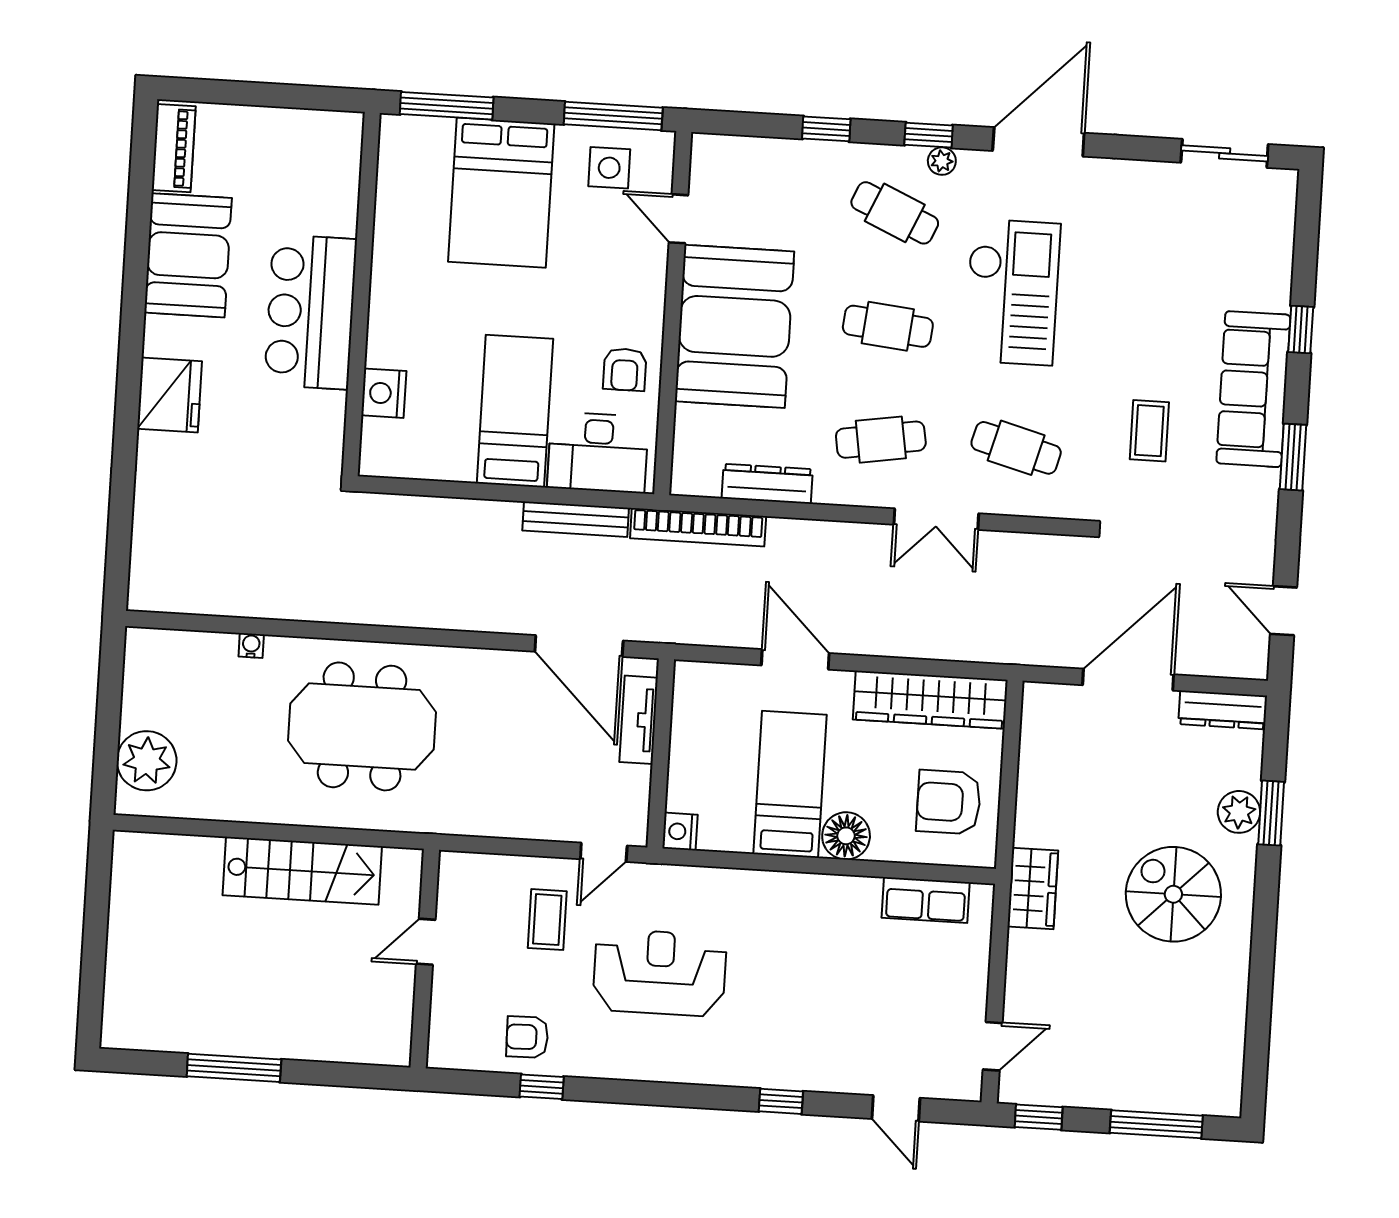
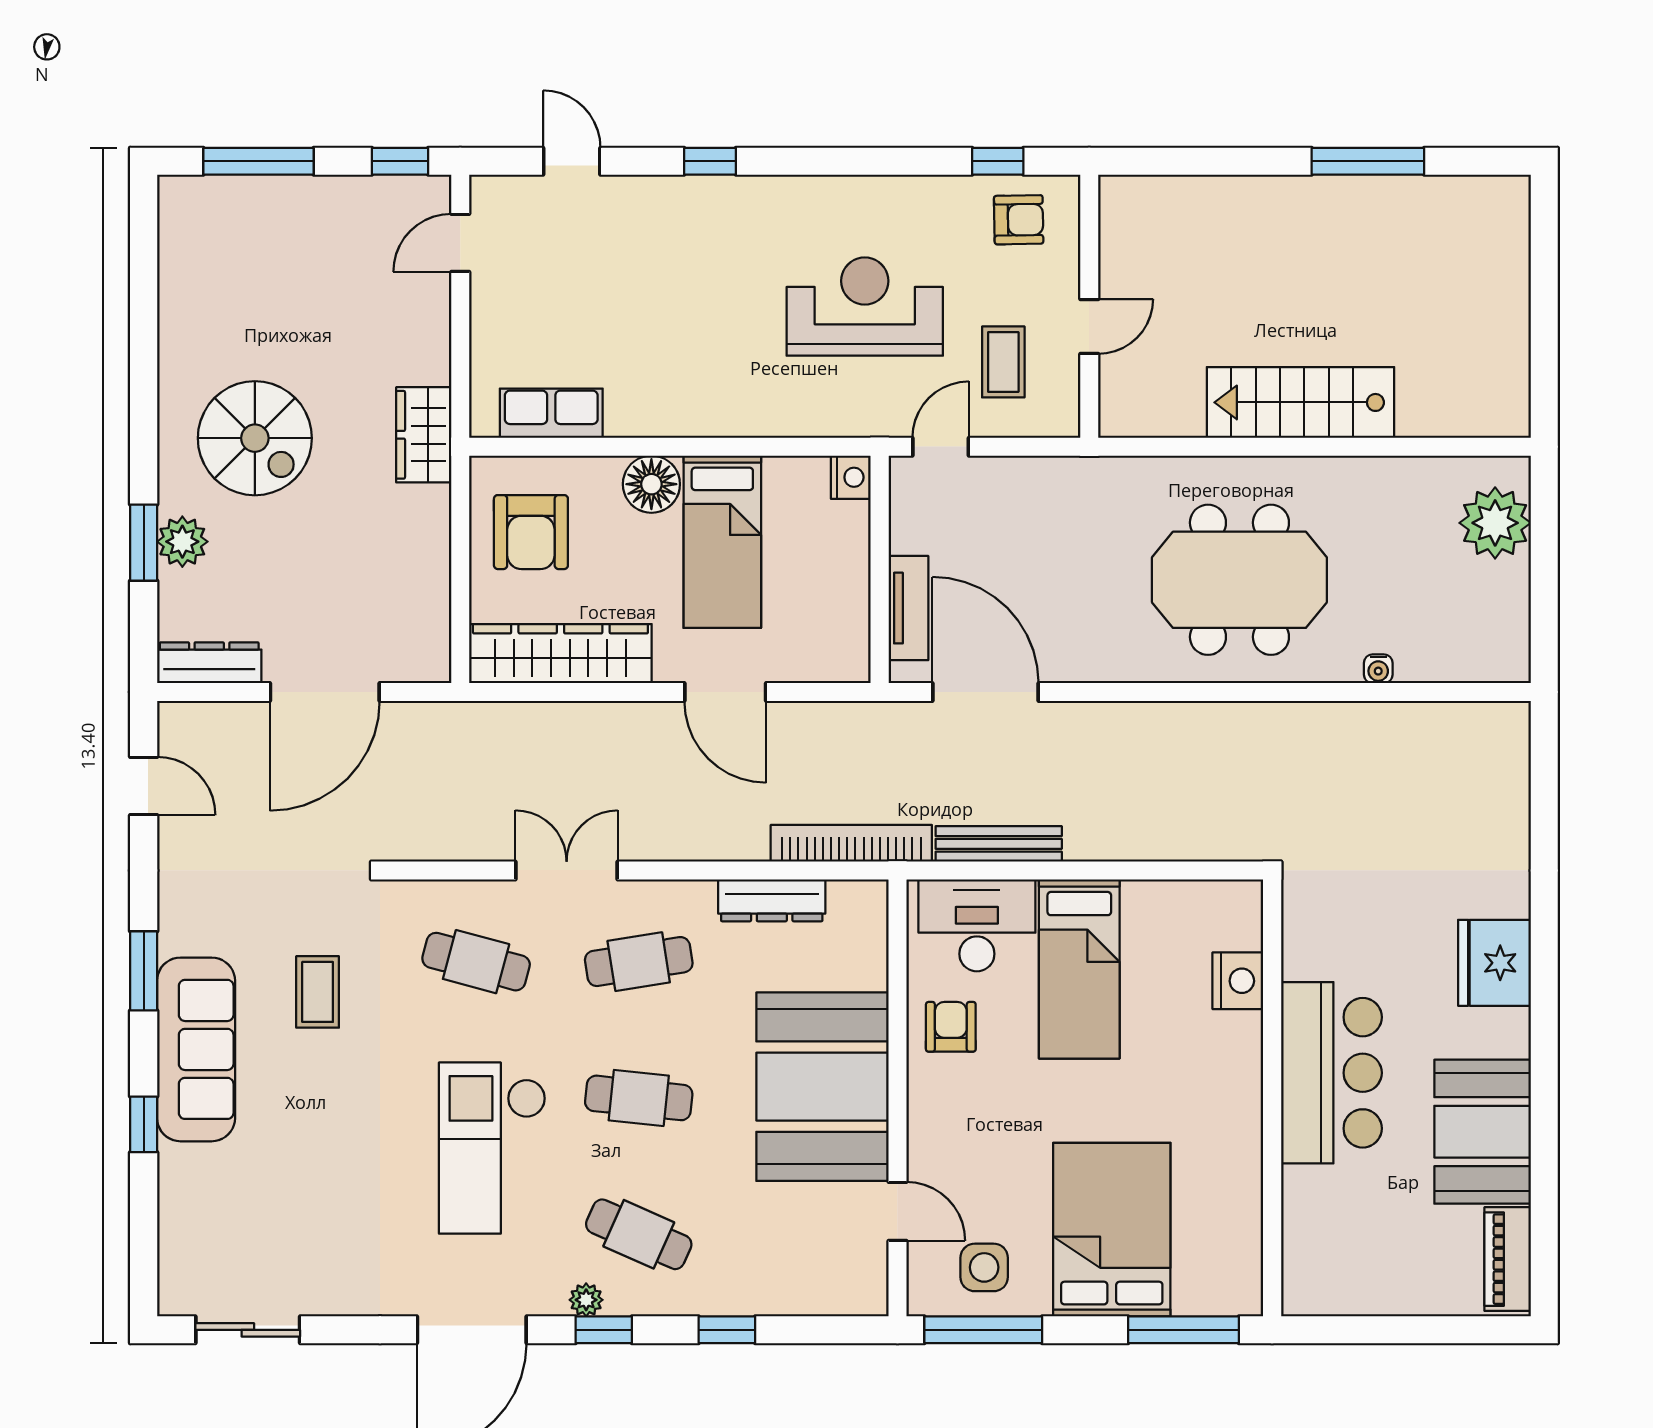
armchair: (949, 802) -> (531, 532), turned 90
door: (426, 942) -> (1089, 326), moved
wall: (425, 959) -> (1089, 306), moved
reception desk: (660, 973) -> (865, 307), turned 180

